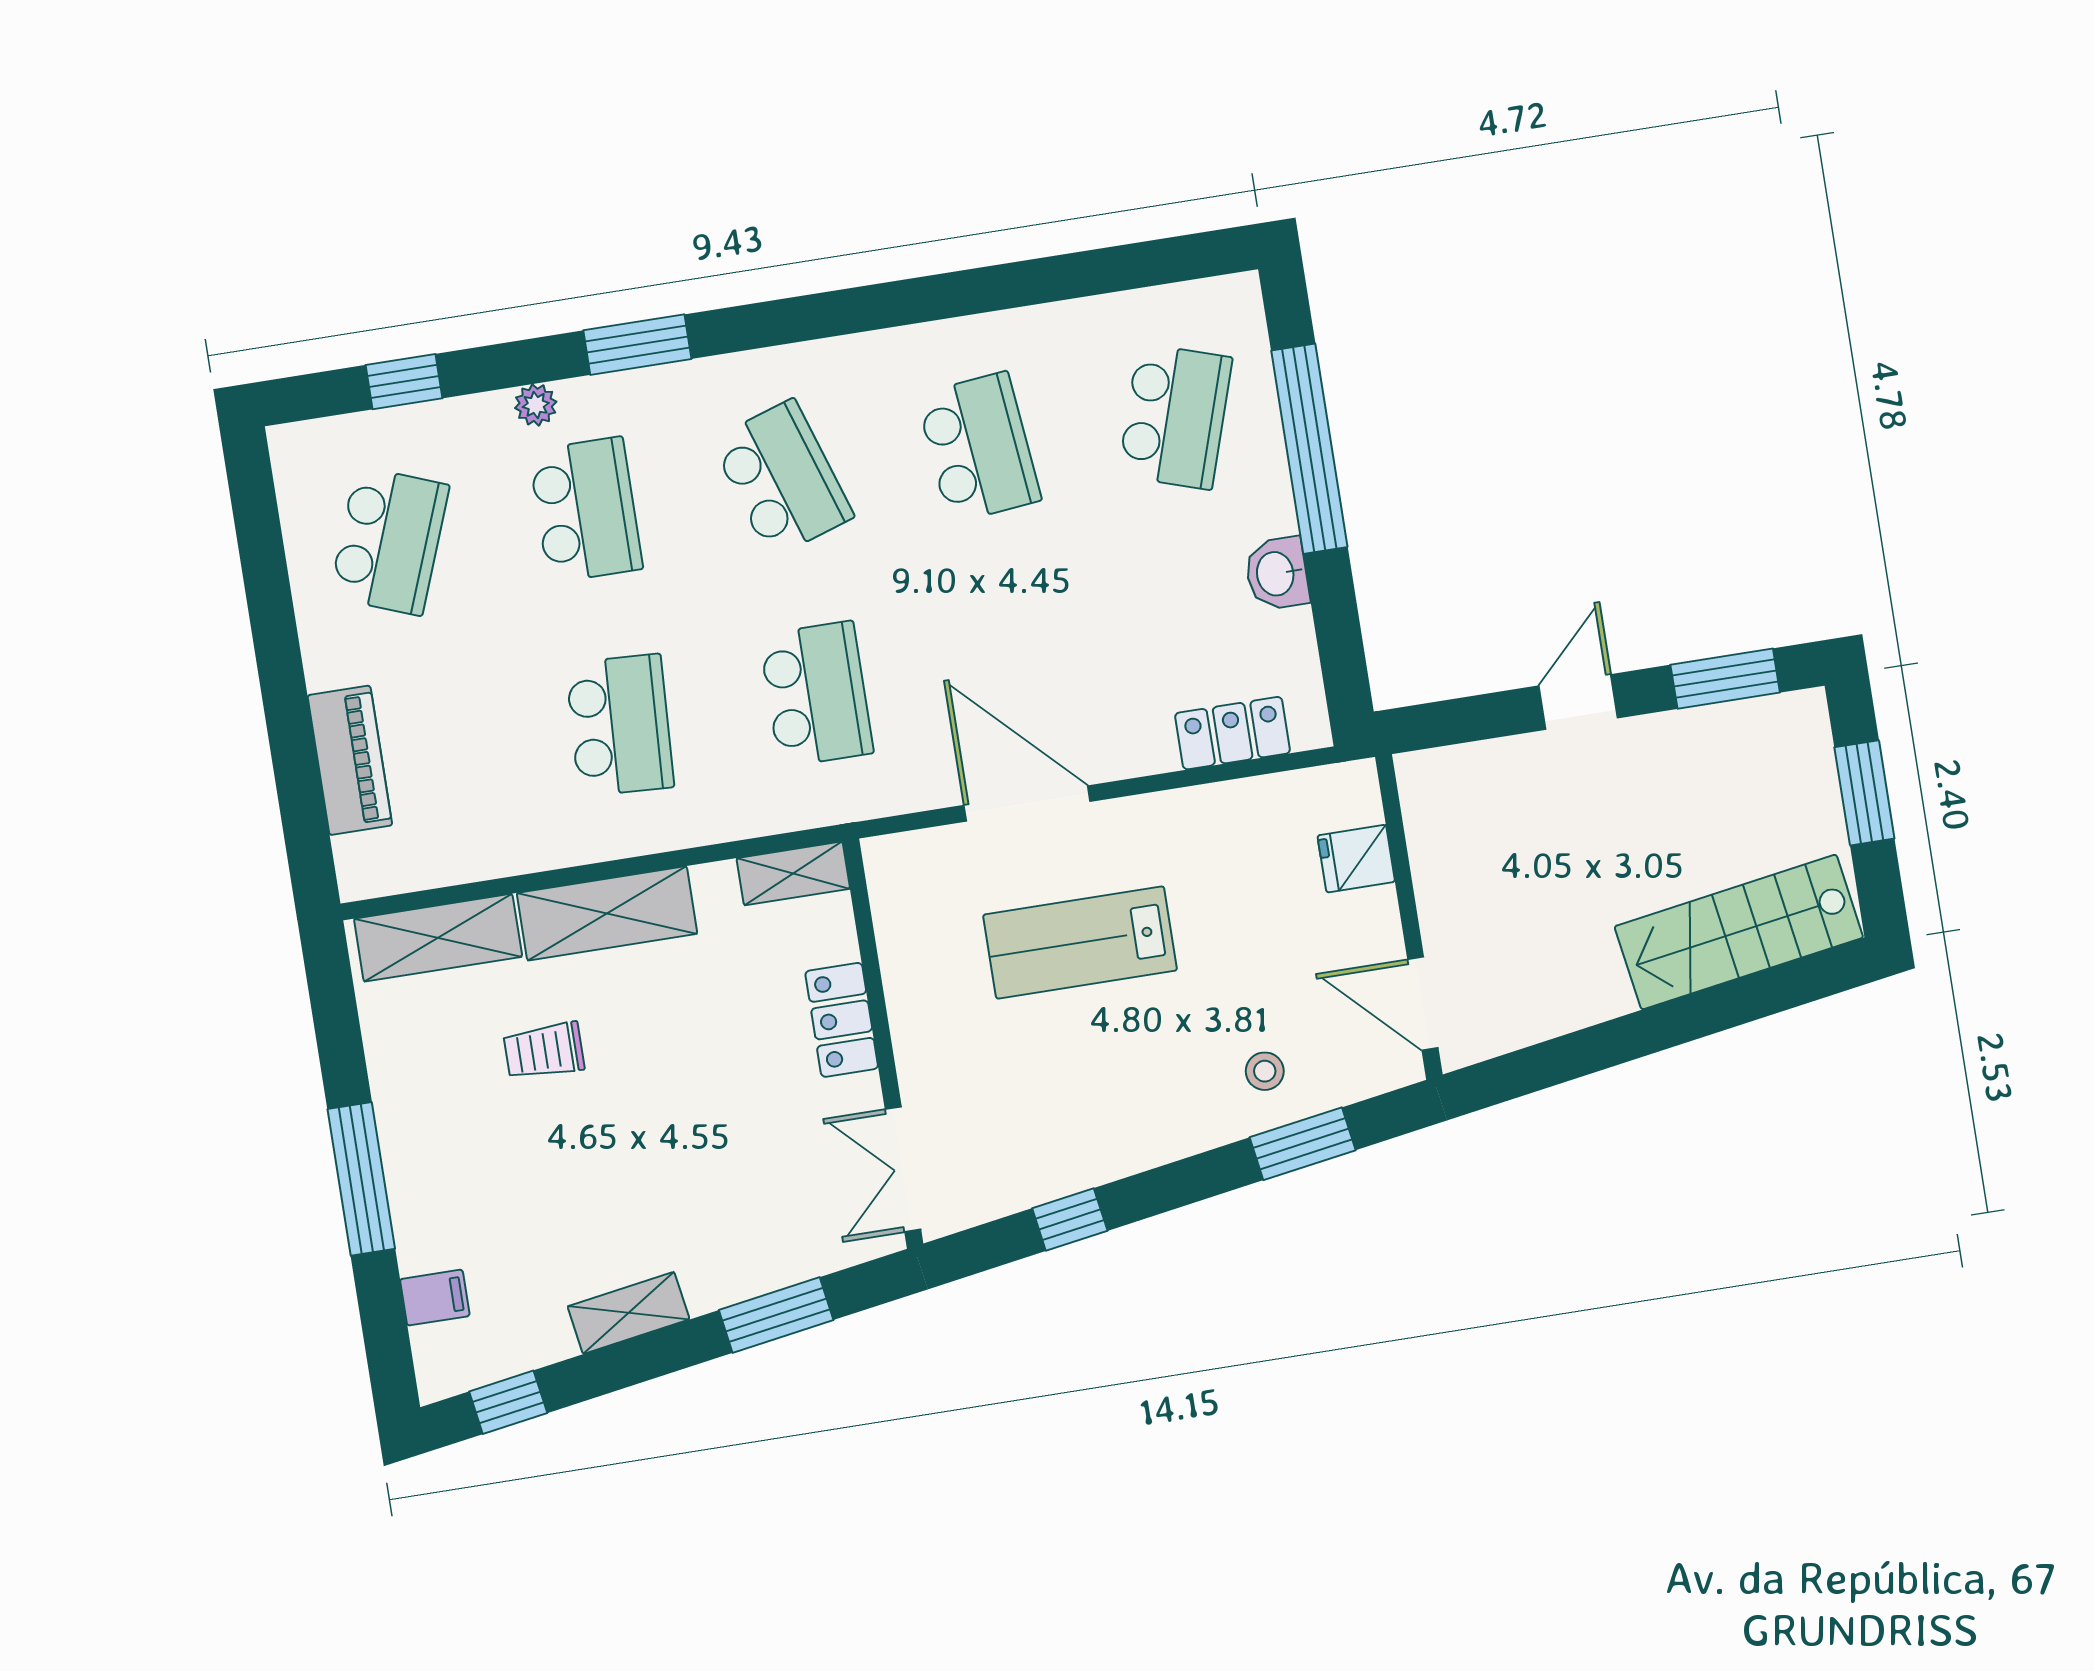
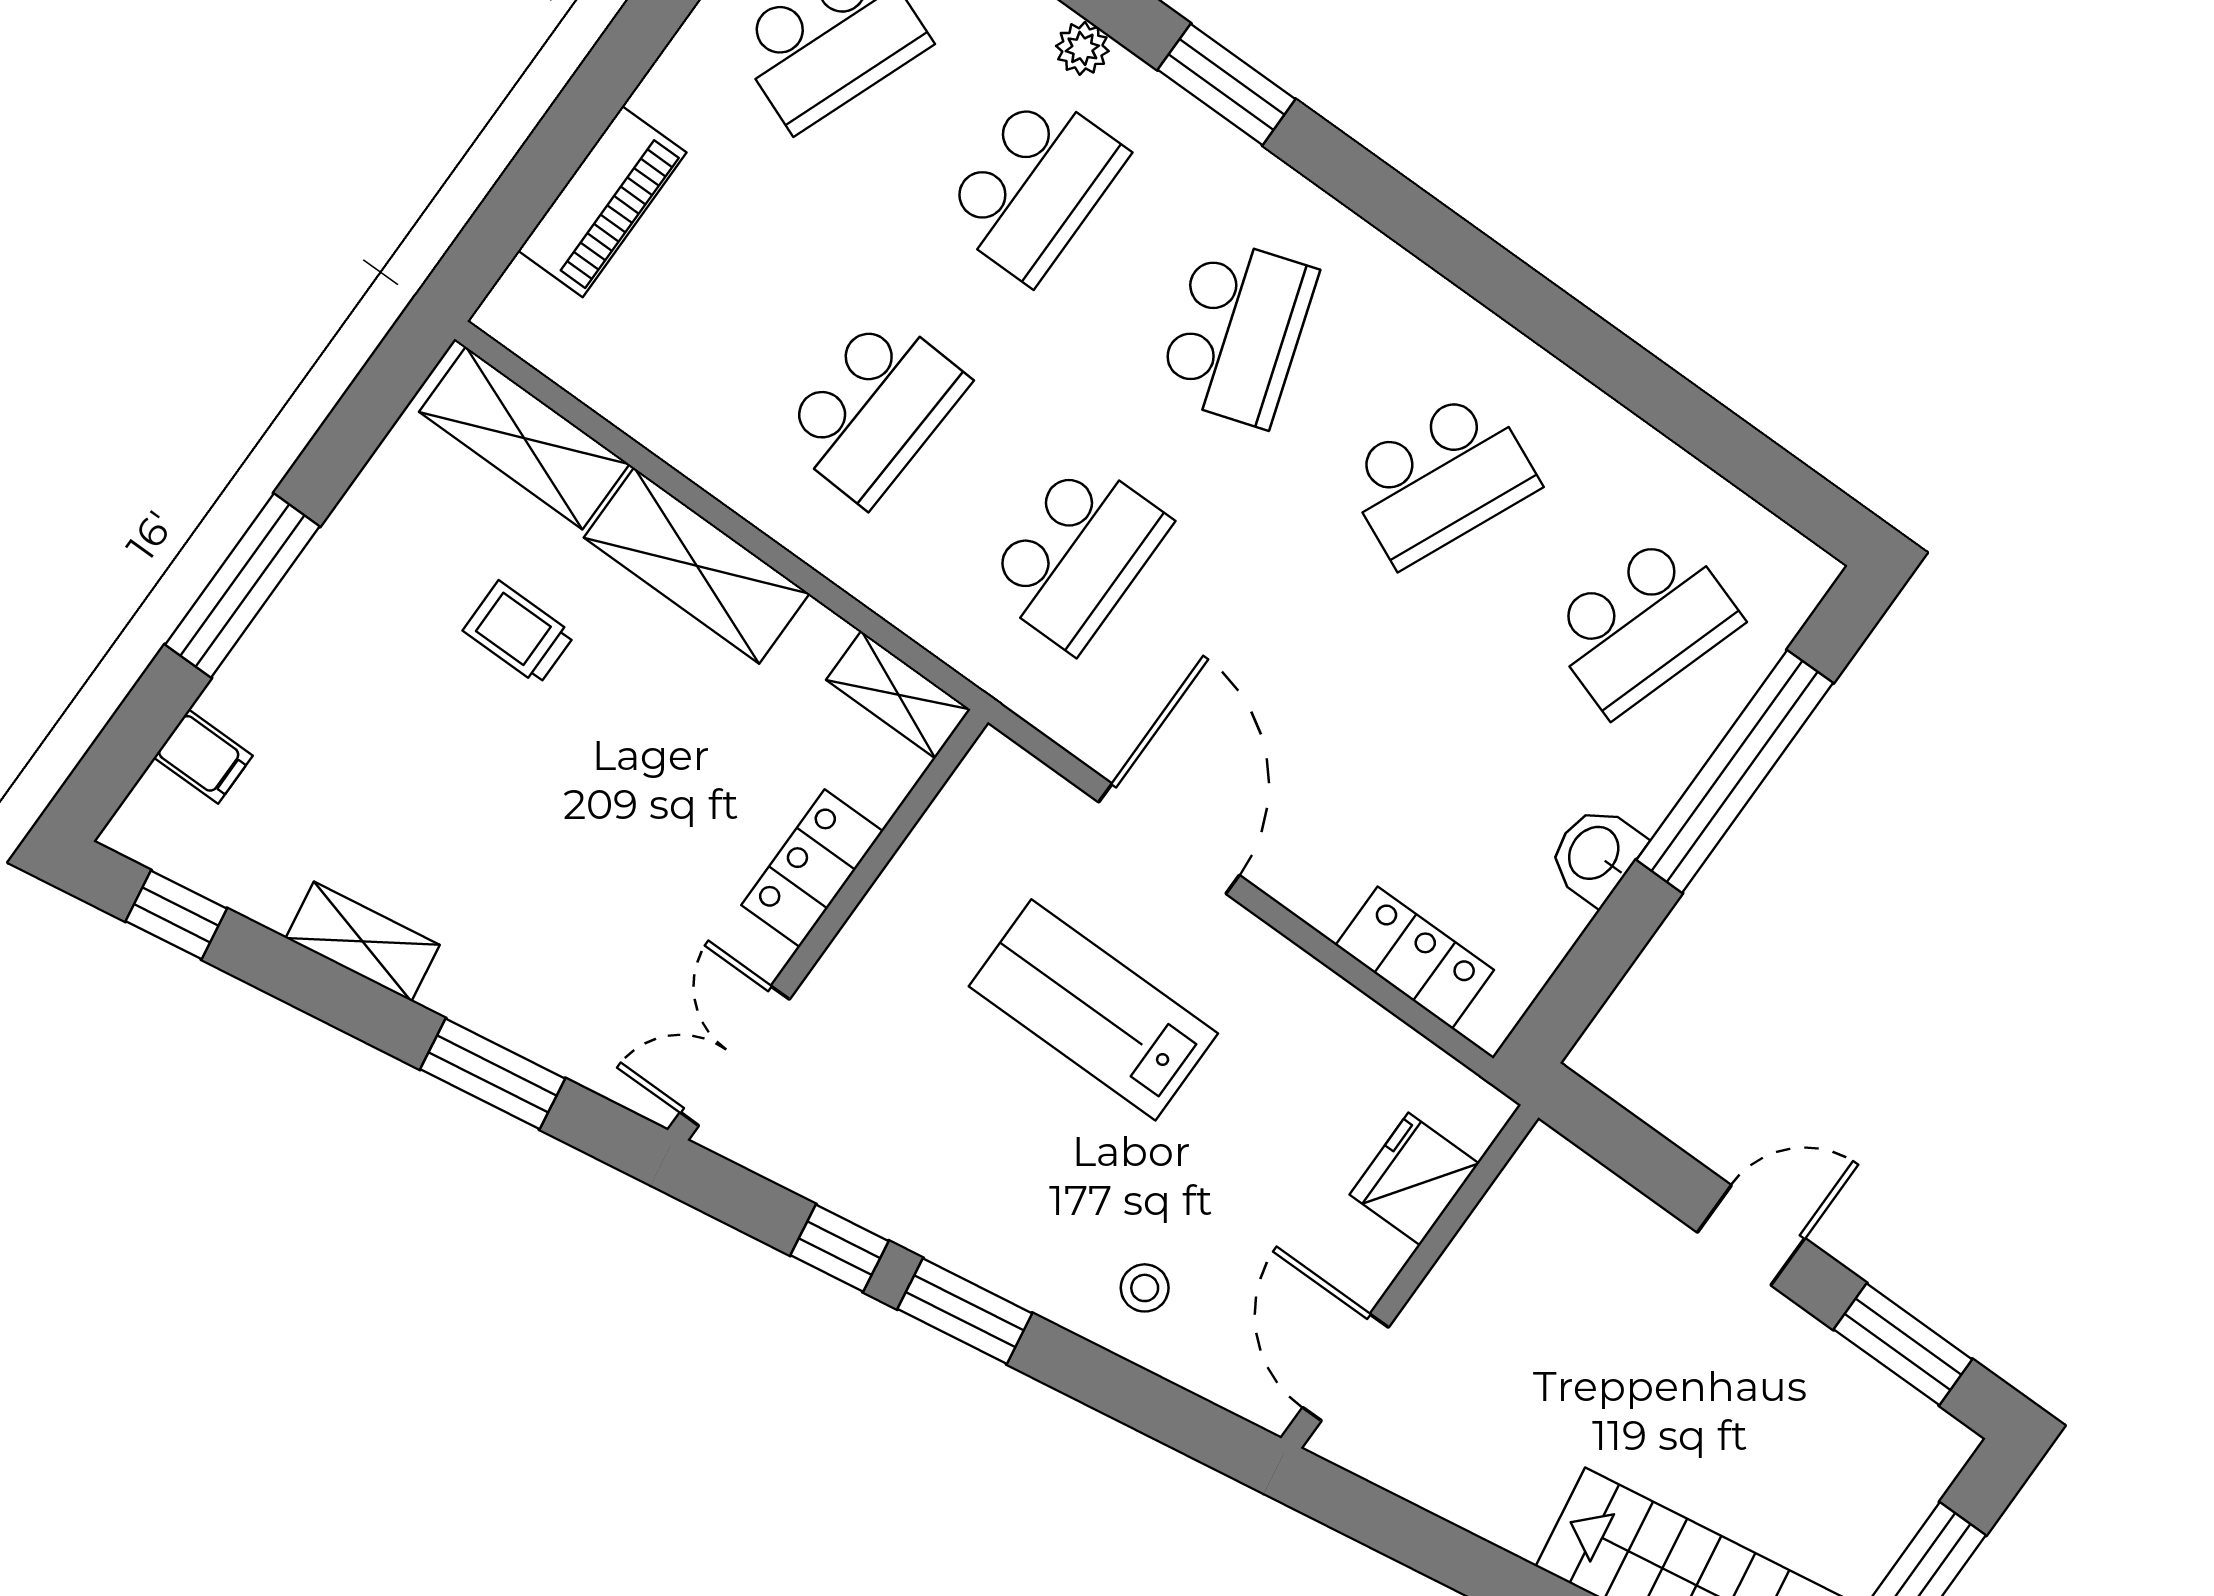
school desk: (979, 448) -> (1440, 478), turned 30
fridge: (1356, 859) -> (1414, 1179), width x1.38
window: (1303, 1144) -> (965, 1311), moved

